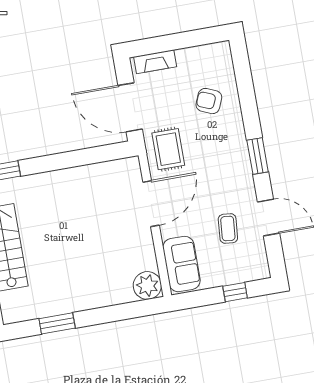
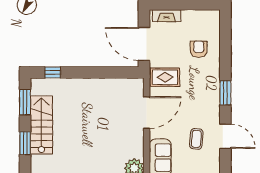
armchair: (209, 101) -> (199, 49), turned 67
rug: (168, 149) -> (165, 77), turned 90

